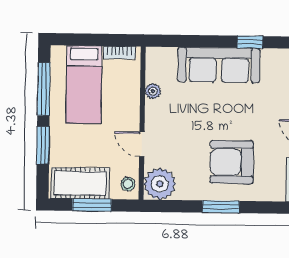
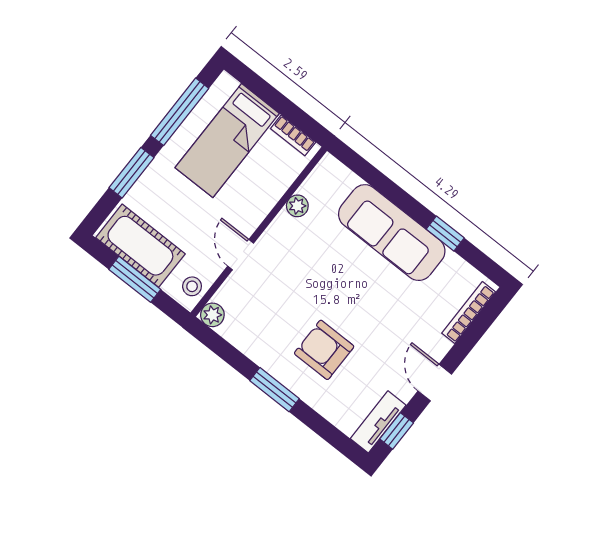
armchair: (232, 162) -> (324, 350), width x0.73, depth x0.73
plant: (160, 184) -> (212, 315), width x0.53, depth x0.53

